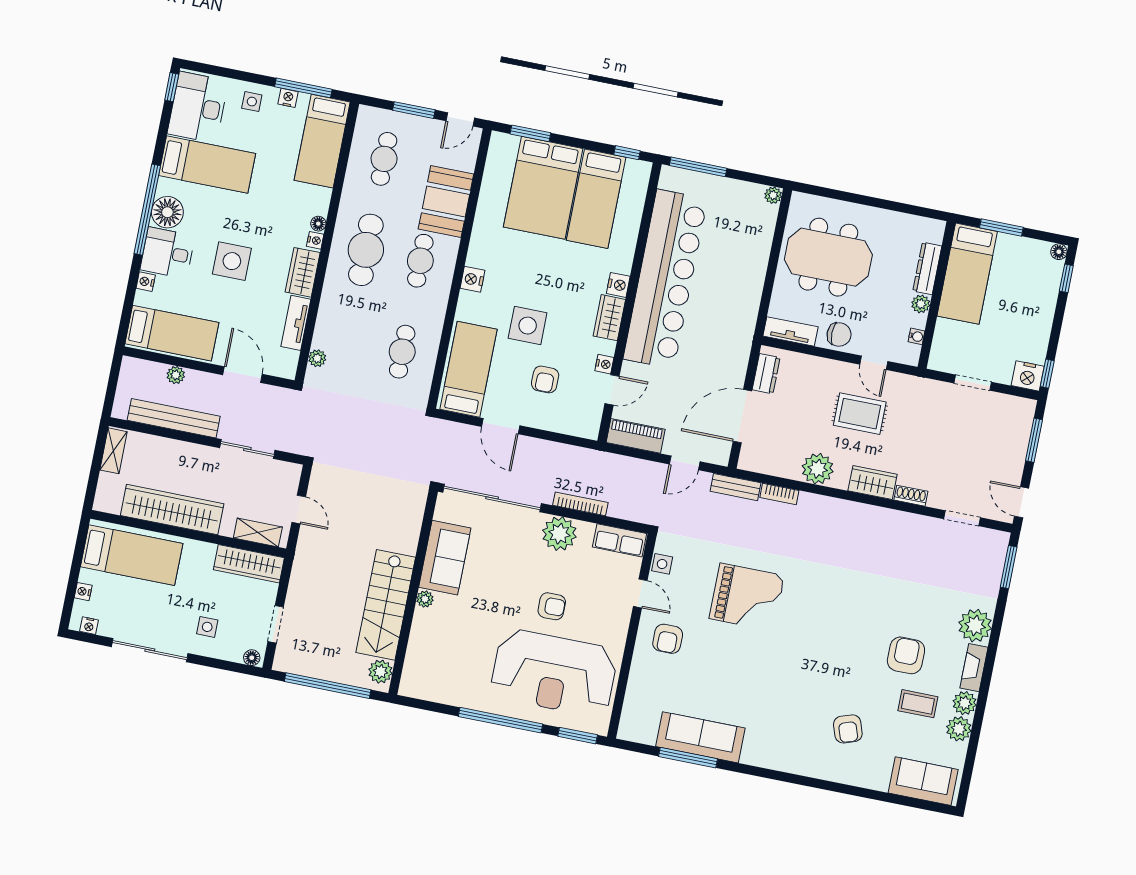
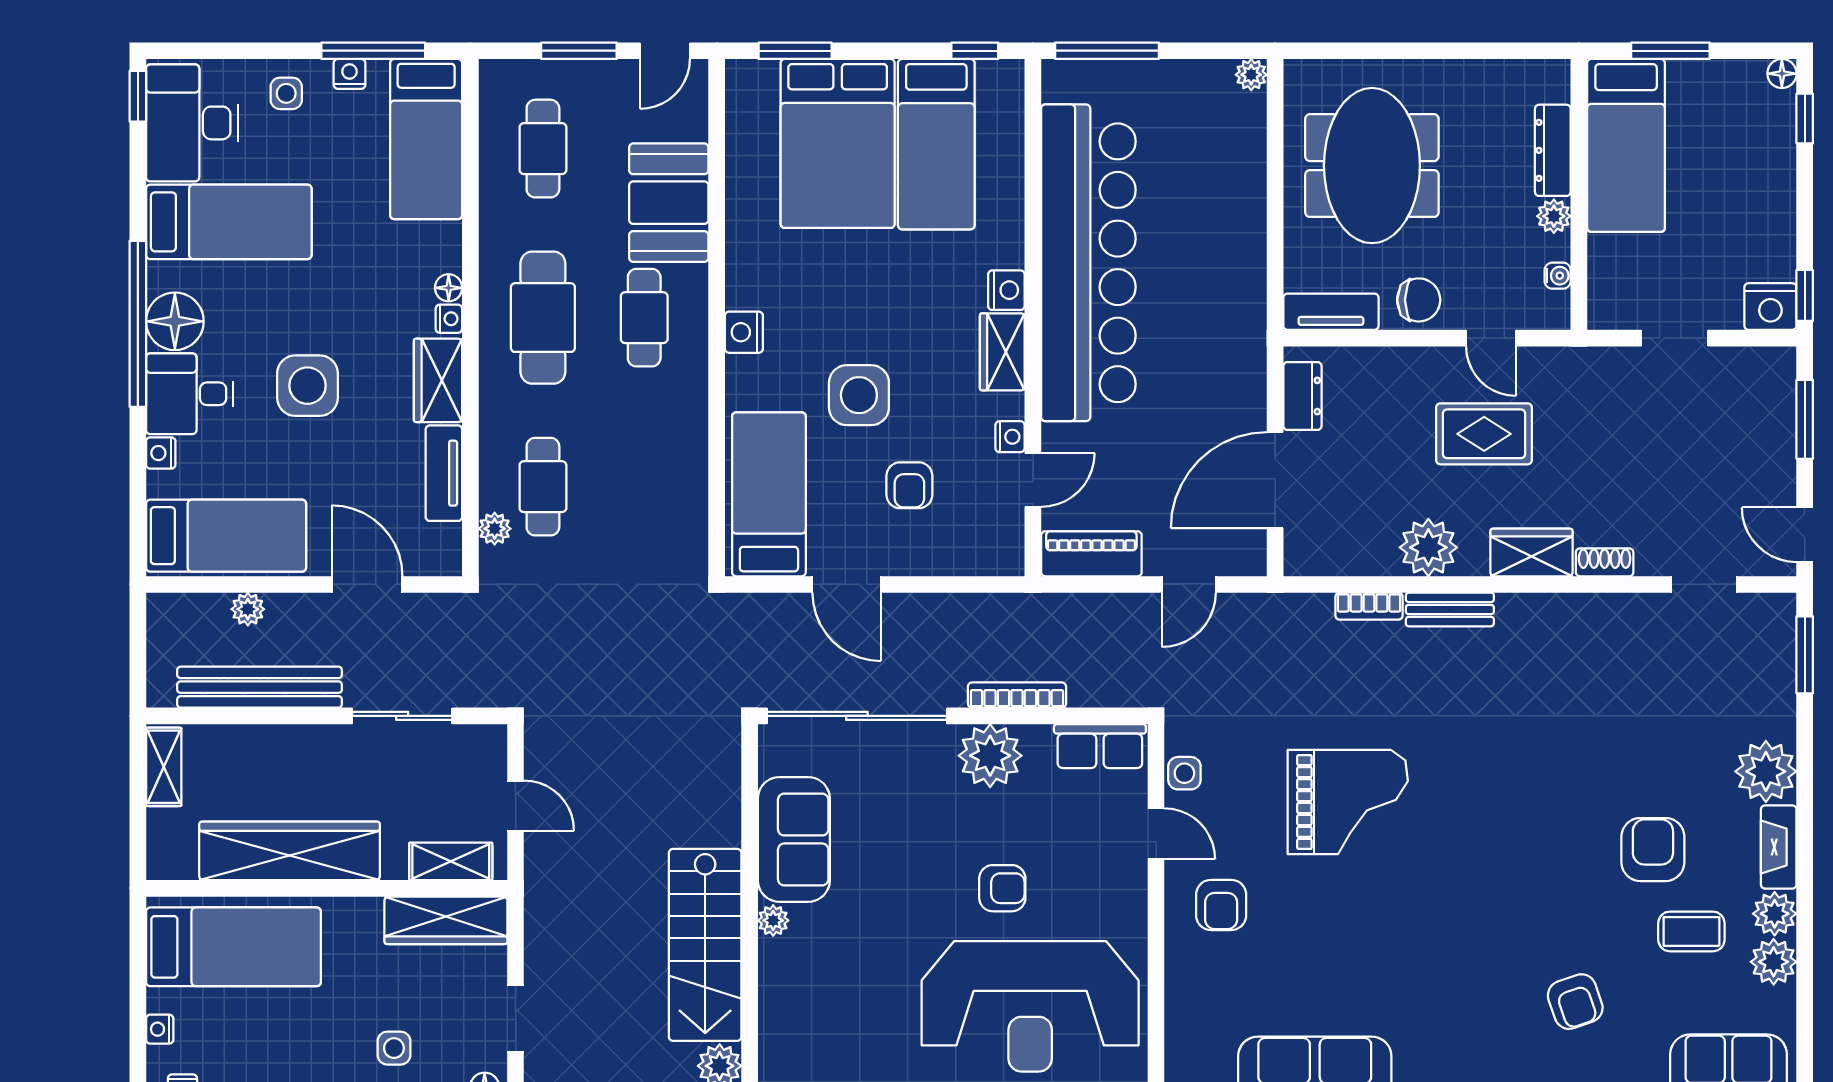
meeting table: (828, 257) -> (1372, 166), turned 90
cafe table: (402, 352) -> (543, 487), moved
bench: (736, 487) -> (1450, 609), moved

